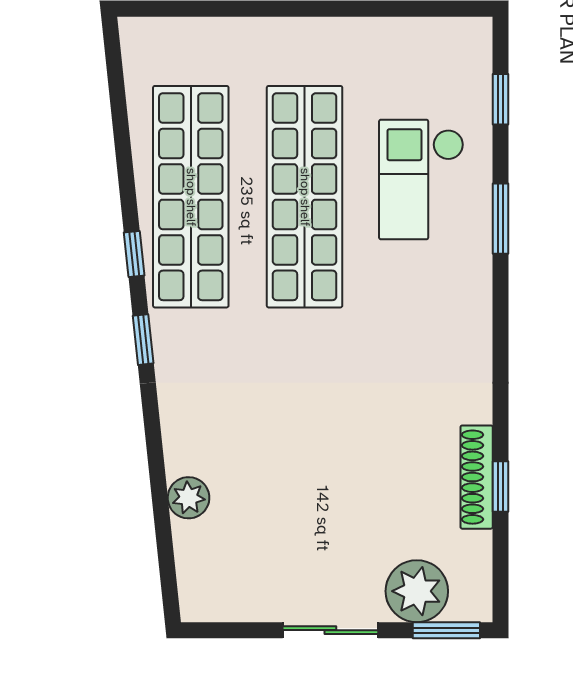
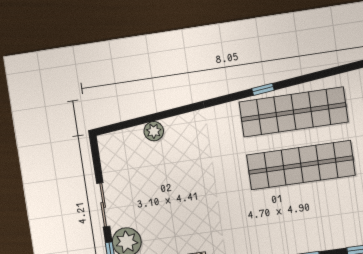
checkout: (421, 179) -> (316, 218), removed
window: (143, 340) -> (224, 99), removed

